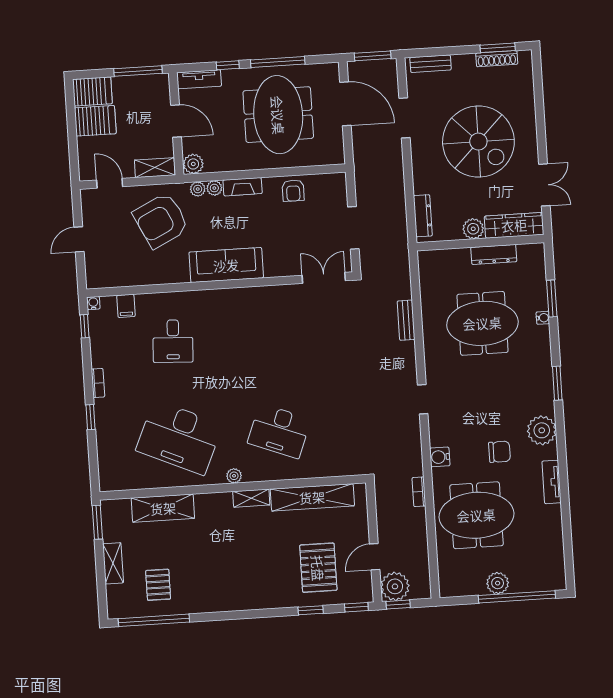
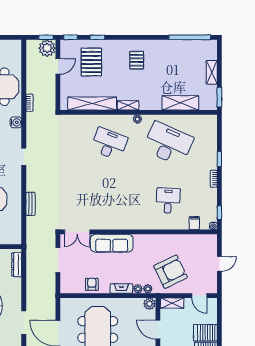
sofa: (226, 265) -> (112, 243), moved
pallet: (158, 585) -> (137, 60), moved

